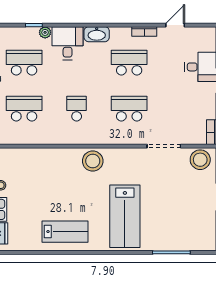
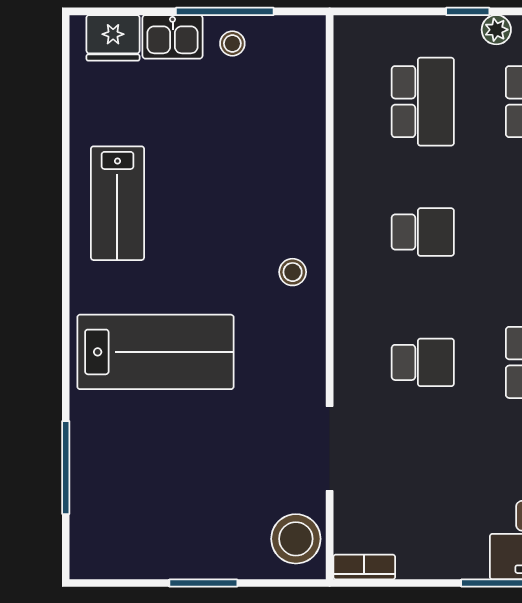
school desk: (129, 109) -> (423, 362), width x0.54
stool: (93, 161) -> (293, 272), width x0.53, depth x0.53
lab bench: (125, 216) -> (155, 352), turned 180

